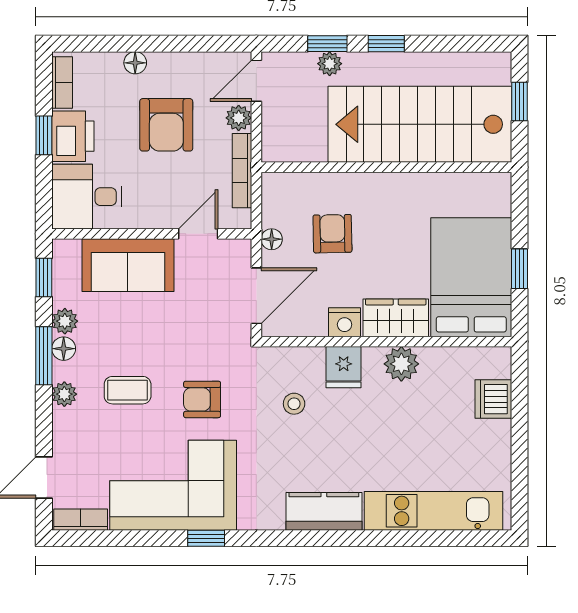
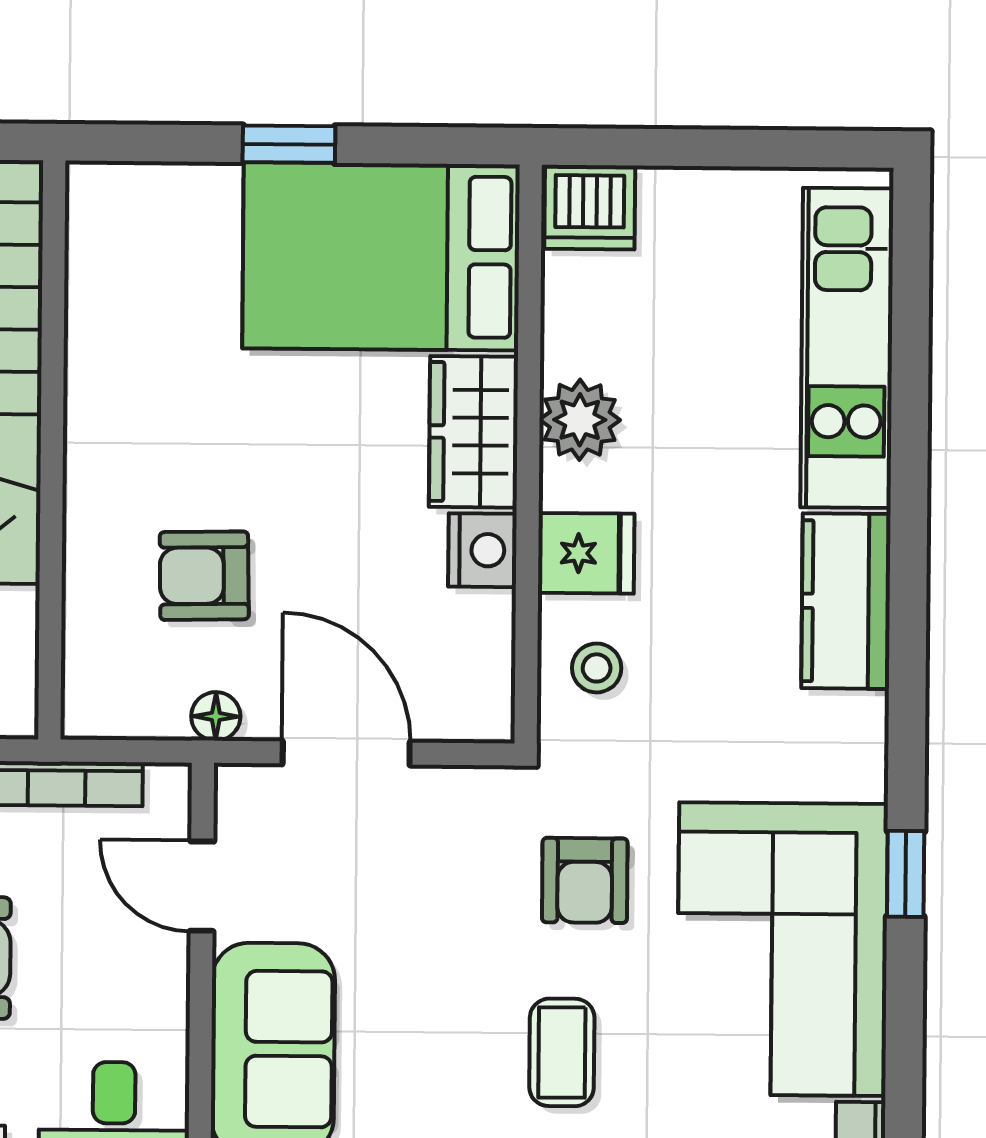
bed: (471, 277) -> (381, 256), moved
wardrobe: (396, 318) -> (474, 432), moved
nightstand: (345, 322) -> (482, 550), moved
wall: (386, 342) -> (528, 454), moved
plant: (401, 364) -> (580, 420), moved
fridge: (344, 367) -> (586, 553), moved

